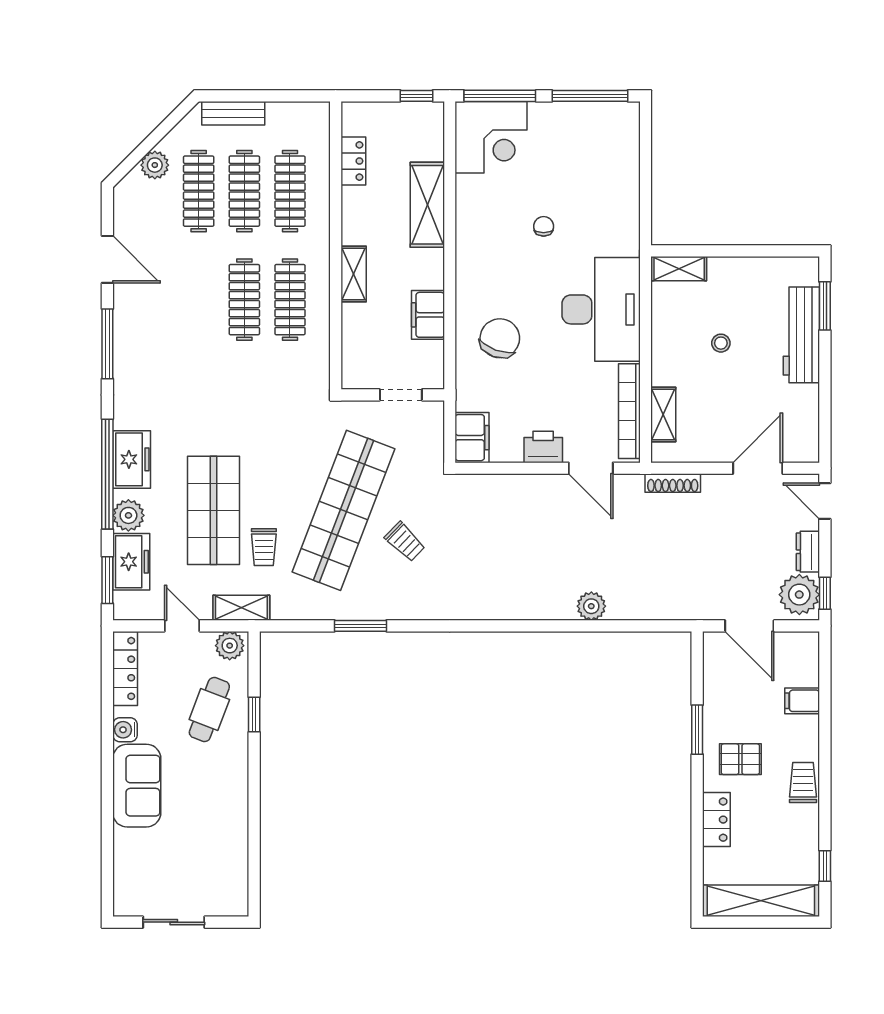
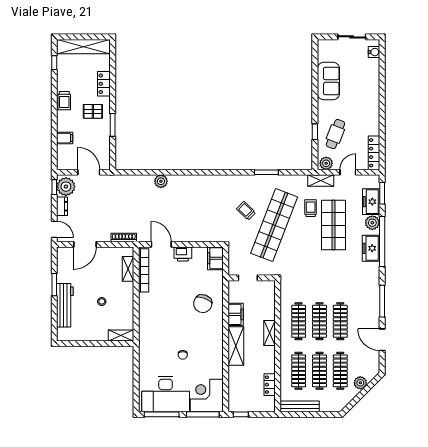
bench: (233, 113) -> (300, 406), moved, width x1.36
shelving: (427, 205) -> (236, 346), moved
clothes rail: (199, 300) -> (340, 321), added
window: (825, 306) -> (54, 285), moved
desk: (601, 309) -> (166, 394), moved, turned -90
door: (182, 626) -> (348, 172), swing flipped
water cooler: (125, 730) -> (374, 52), moved
sofa: (137, 786) -> (328, 81), moved, turned 180

